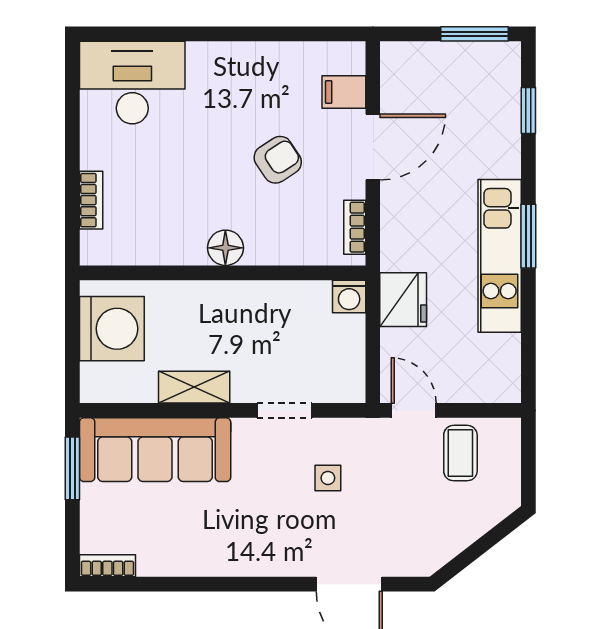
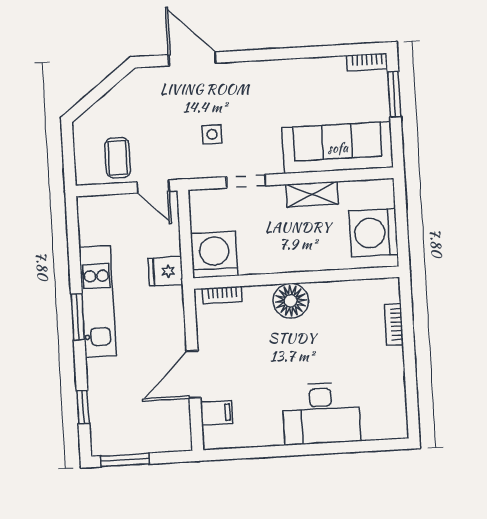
desk: (132, 83) -> (321, 414), moved
armchair: (278, 160) -> (261, 361), removed
bookcase: (355, 227) -> (222, 295), moved, turned 90
floor lamp: (225, 248) -> (291, 301), width x1.38, depth x1.38
washing machine: (349, 297) -> (214, 255), width x1.89, depth x1.89
fridge: (403, 300) -> (166, 271), width x0.72
window: (72, 468) -> (394, 94), moved

